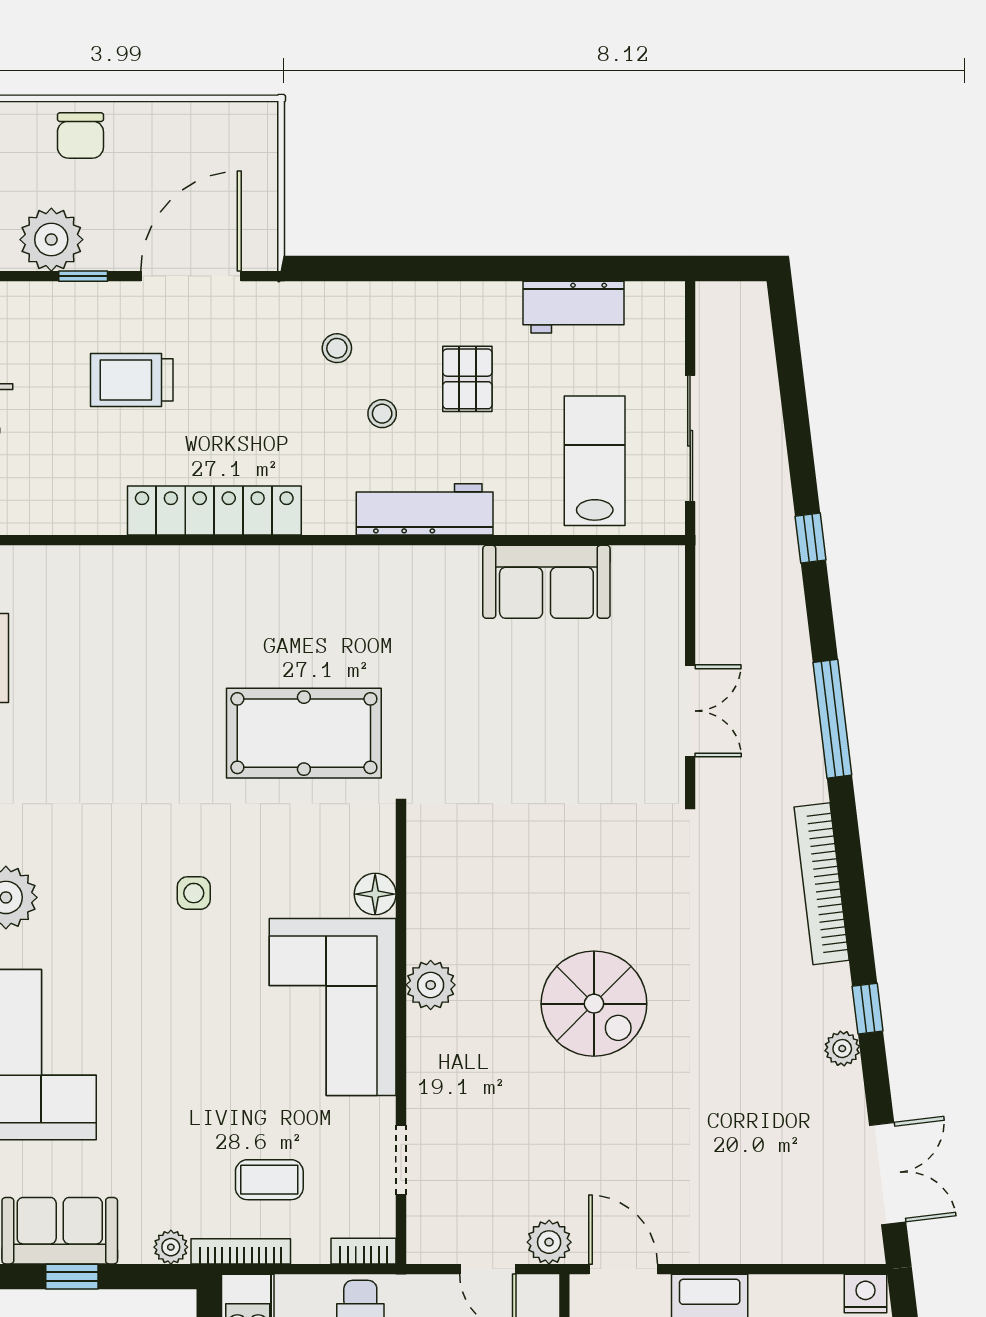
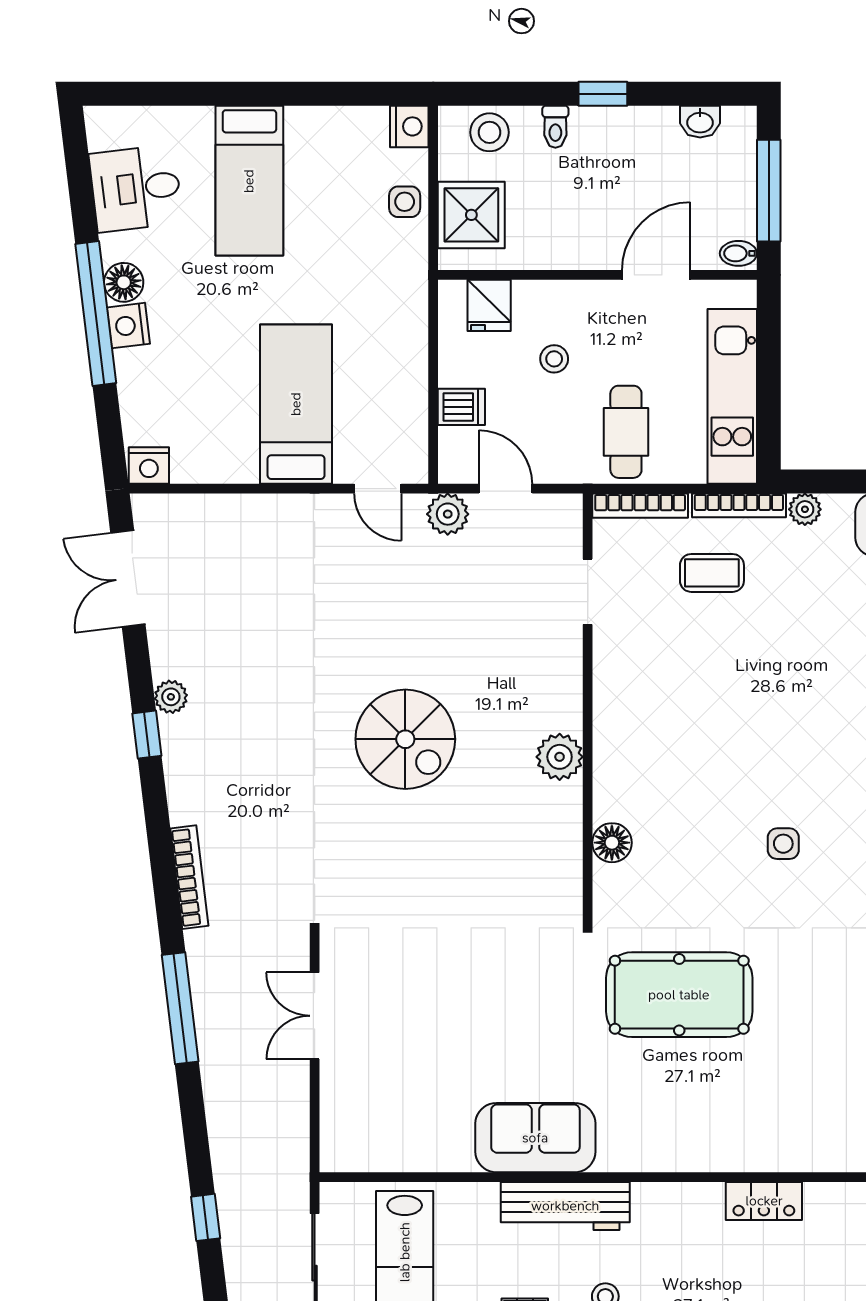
locker: (214, 510) -> (764, 1201), width x0.46, depth x0.83
window: (810, 538) -> (206, 1217), moved
sofa: (546, 582) -> (535, 1138), moved
bookcase: (822, 884) -> (189, 877), width x0.68, depth x0.76
spiral stairs: (594, 1004) -> (405, 739), turned 180
corner sofa: (333, 1007) -> (652, 736), removed
bookcase: (364, 1251) -> (640, 506), width x1.56
door: (623, 1269) -> (378, 489), width x0.73

